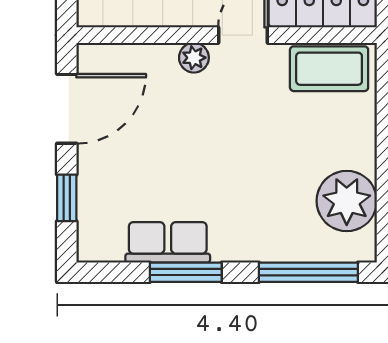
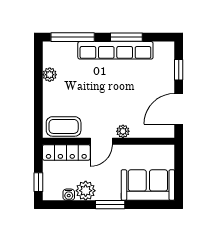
plant: (347, 201) -> (50, 75), width x0.53, depth x0.53
row of seats: (168, 242) -> (115, 50), width x2.02

